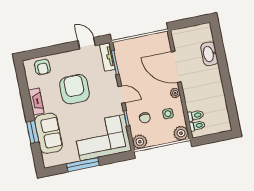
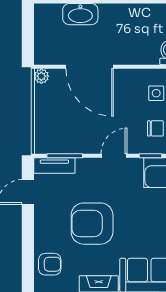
door: (176, 67) -> (90, 67), hinge flipped
plant: (175, 93) -> (41, 76), moved

